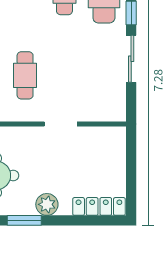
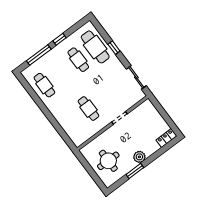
sliding door: (131, 59) -> (136, 77), moved
locker: (99, 206) -> (166, 138), width x0.66

